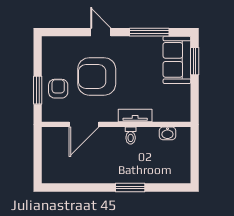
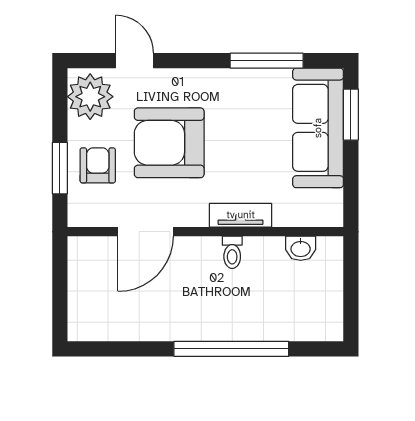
door: (101, 32) -> (134, 61), moved
plant: (54, 52) -> (90, 97), added
sofa: (177, 60) -> (318, 128), width x1.36
window: (130, 187) -> (231, 349), width x2.11

